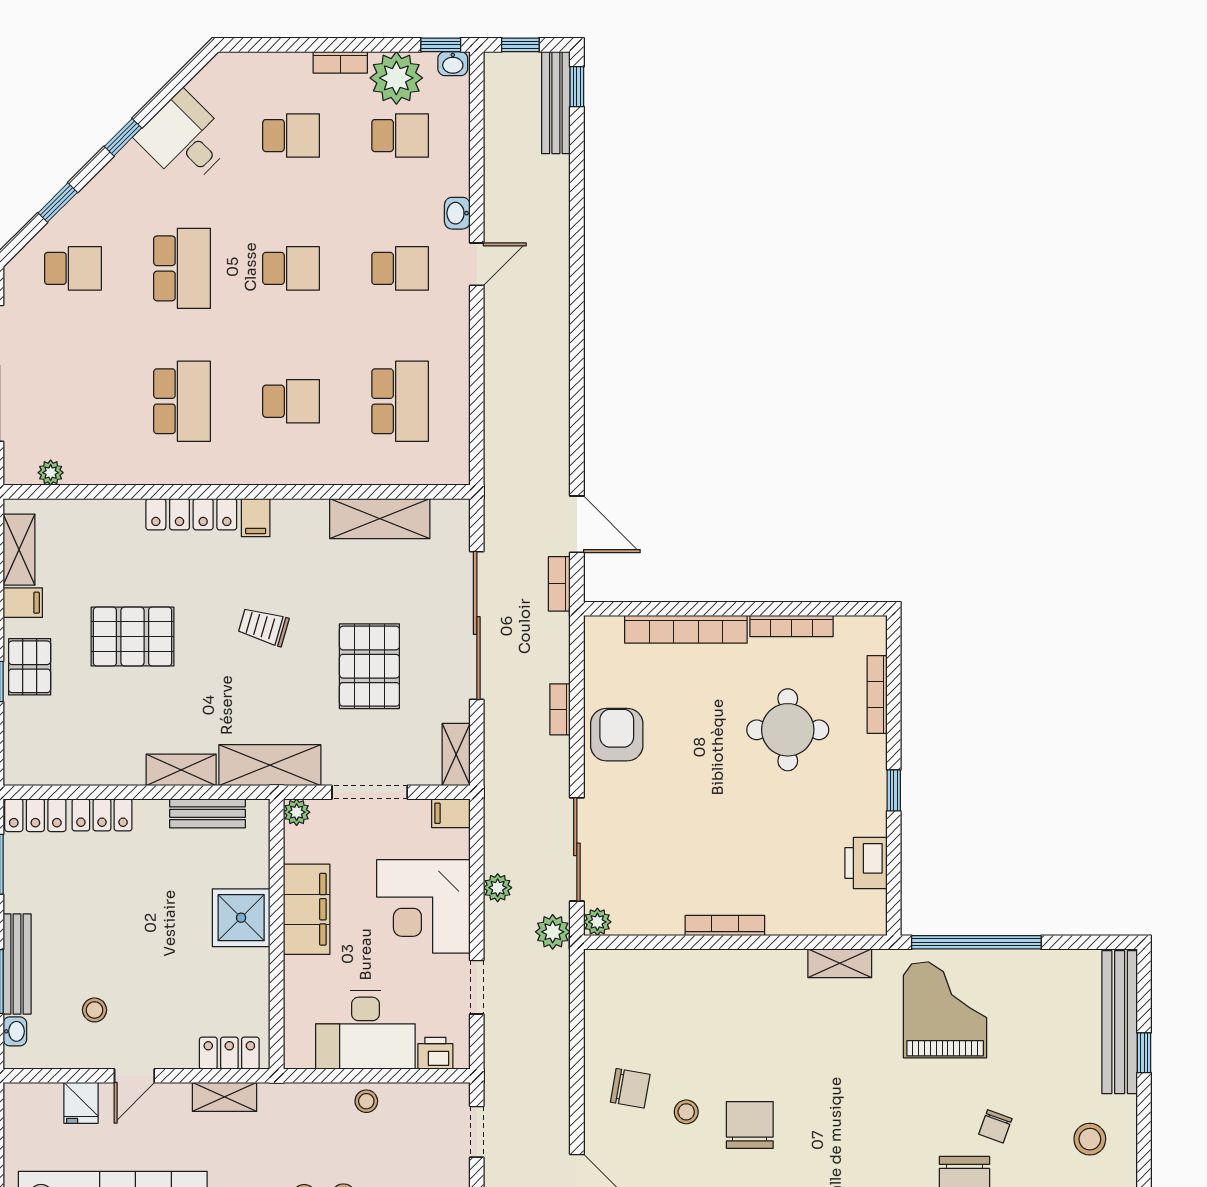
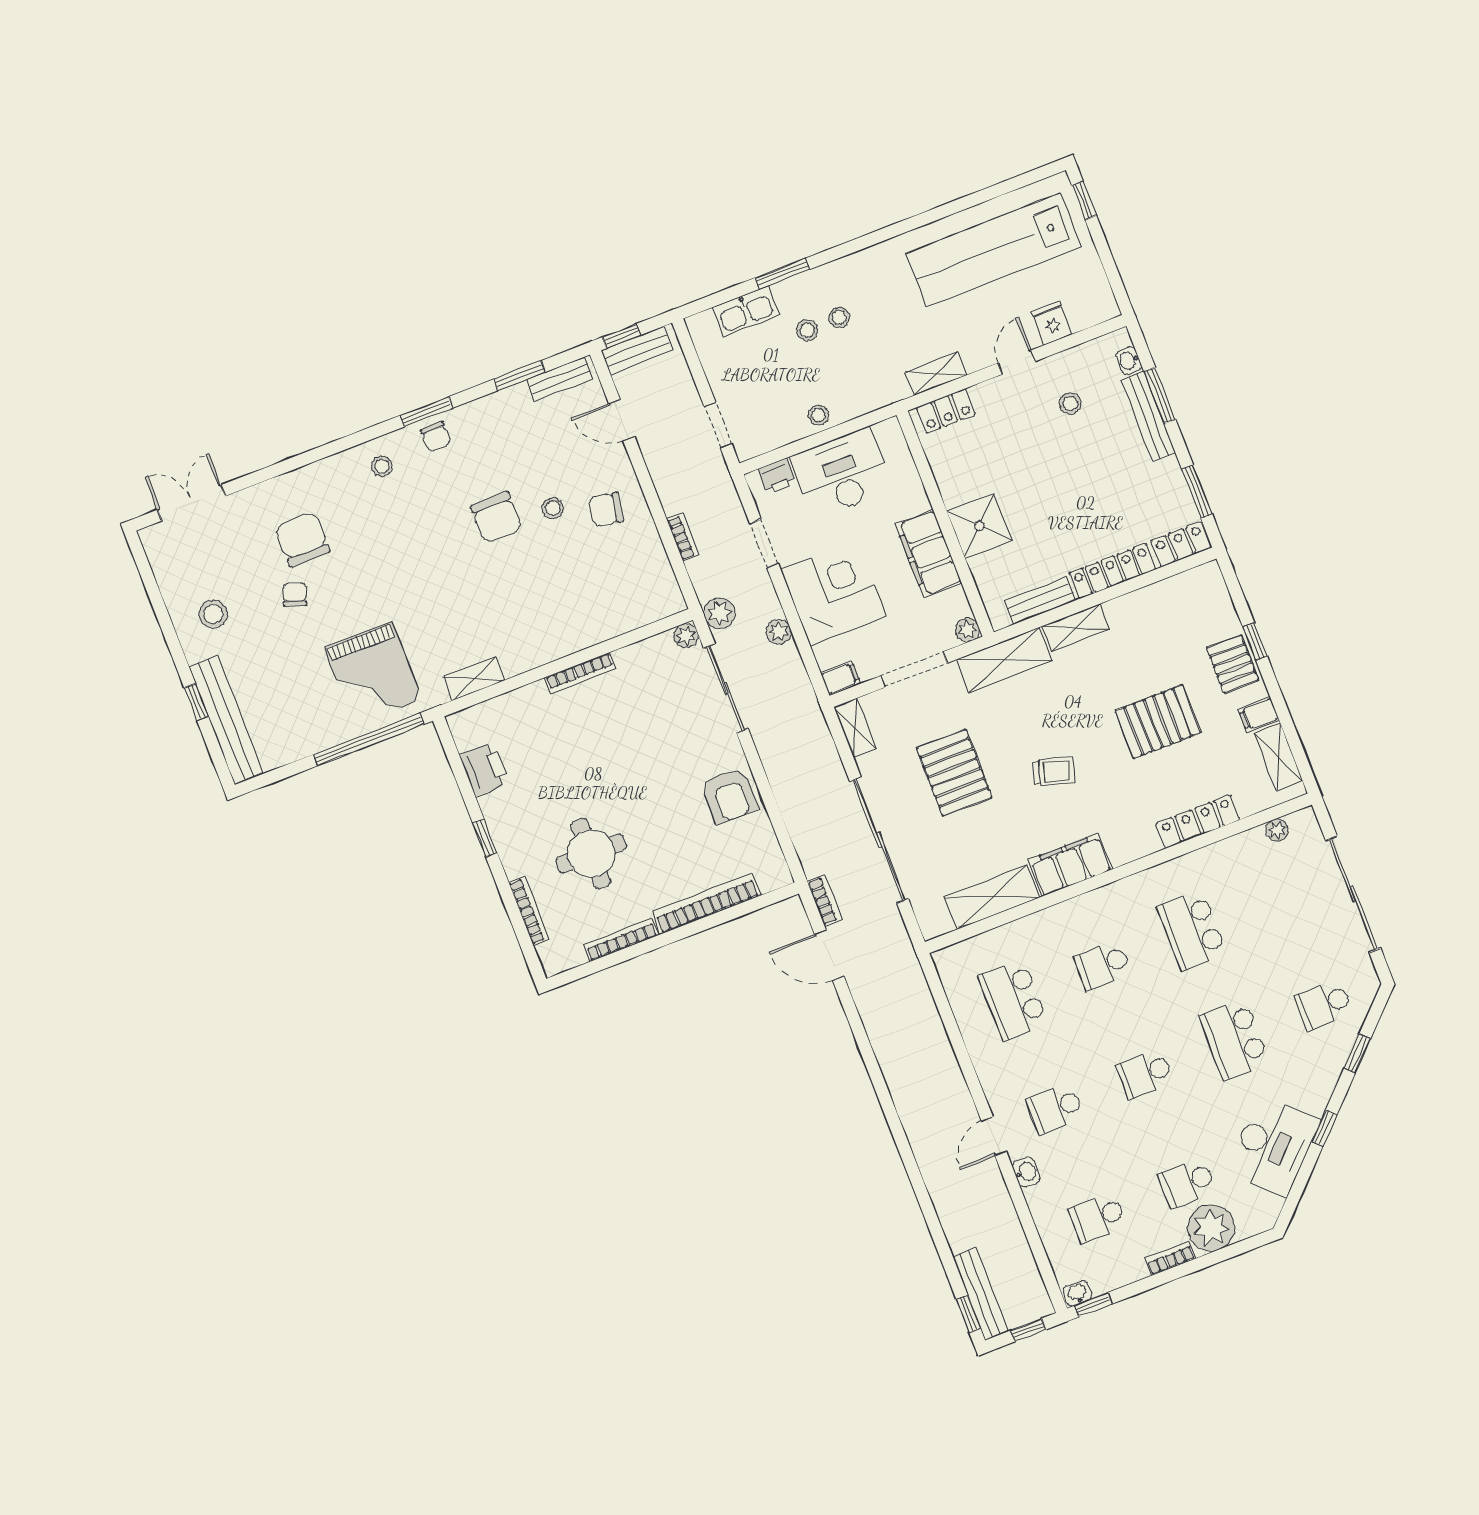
plant: (396, 78) -> (1211, 1228), moved
desk: (185, 139) -> (1273, 1146), width x1.37
locker: (191, 514) -> (1198, 822), moved
filing cabinet: (256, 518) -> (1070, 865), width x3.00, depth x1.17
bookcase: (560, 709) -> (683, 537), moved
locker: (102, 815) -> (1112, 571), width x1.53

